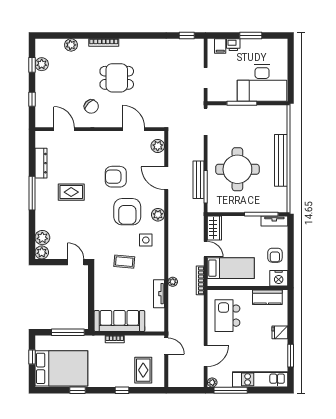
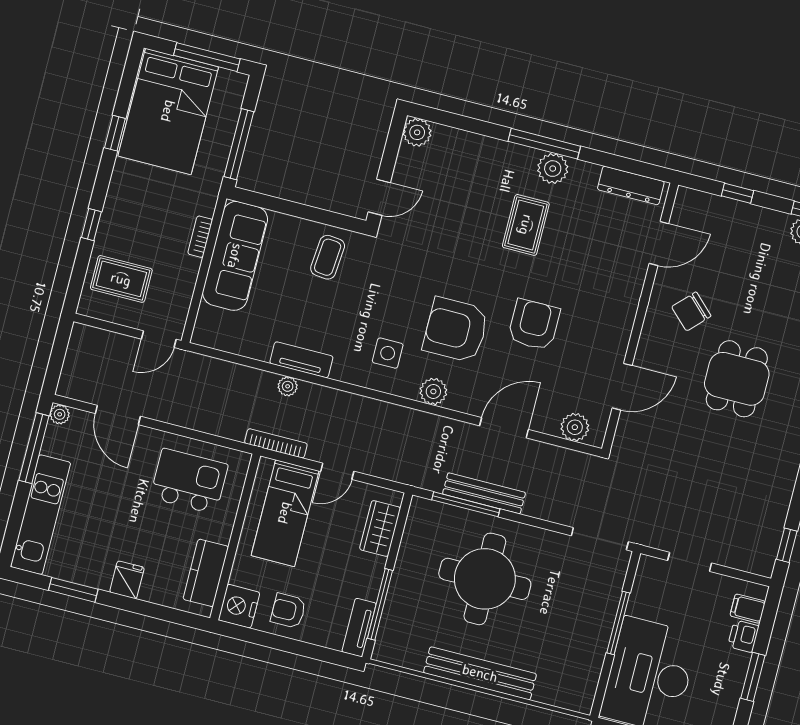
dresser: (41, 163) -> (631, 185), moved
wardrobe: (214, 228) -> (380, 528), moved, turned 90
plant: (42, 238) -> (553, 169), moved
coffee table: (124, 262) -> (328, 257), moved
tv unit: (159, 294) -> (301, 360), moved
window: (32, 357) -> (207, 57), width x2.17

